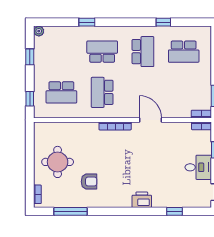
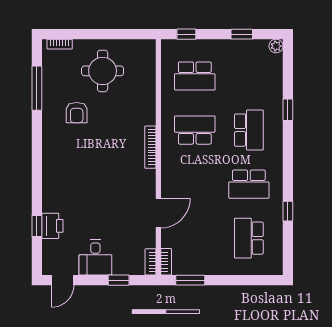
school desk: (61, 92) -> (195, 76), turned -90
door: (150, 120) -> (158, 213), moved
printer: (142, 200) -> (52, 226), moved

